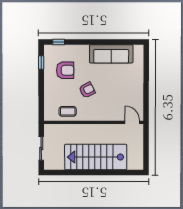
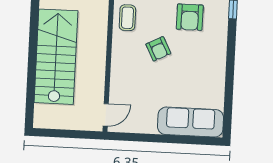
sofa: (111, 54) -> (190, 122), moved, turned 90

